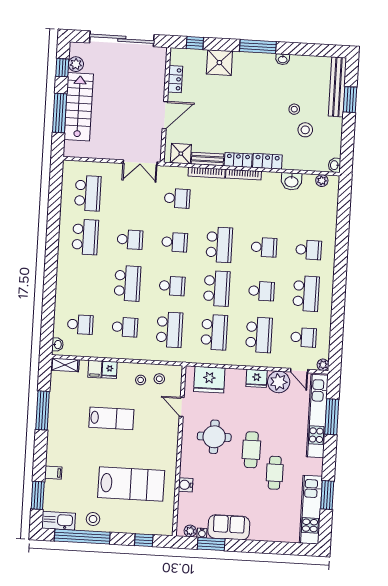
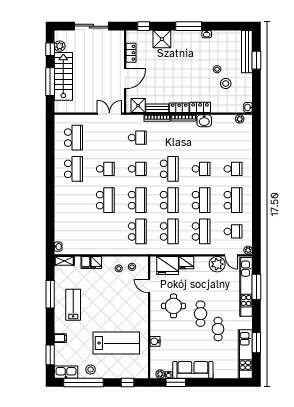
sliding door: (122, 39) -> (91, 26), width x0.73
double door: (140, 163) -> (109, 114), swing flipped
washbasin: (291, 181) -> (204, 121), moved
school desk: (172, 286) -> (137, 200), width x1.85
school desk: (261, 291) -> (201, 200), width x1.85
school desk: (80, 325) -> (73, 231), removed
school desk: (125, 327) -> (105, 231), removed
fridge: (257, 378) -> (186, 263), moved
lab bench: (111, 418) -> (73, 305), moved, turned -90
sofa: (229, 527) -> (193, 370), width x1.36

